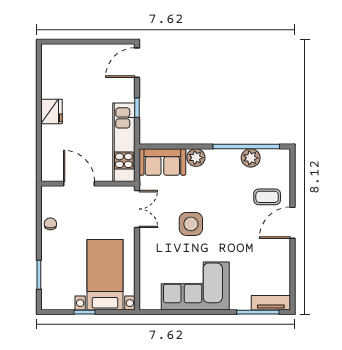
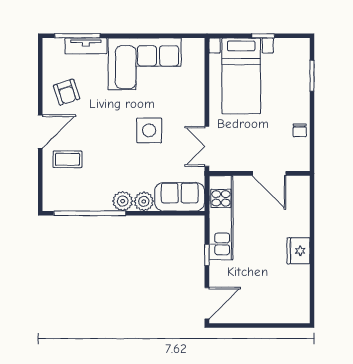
plant: (251, 158) -> (123, 201), moved
armchair: (268, 260) -> (67, 92), added
tv unit: (271, 303) -> (86, 46), moved

